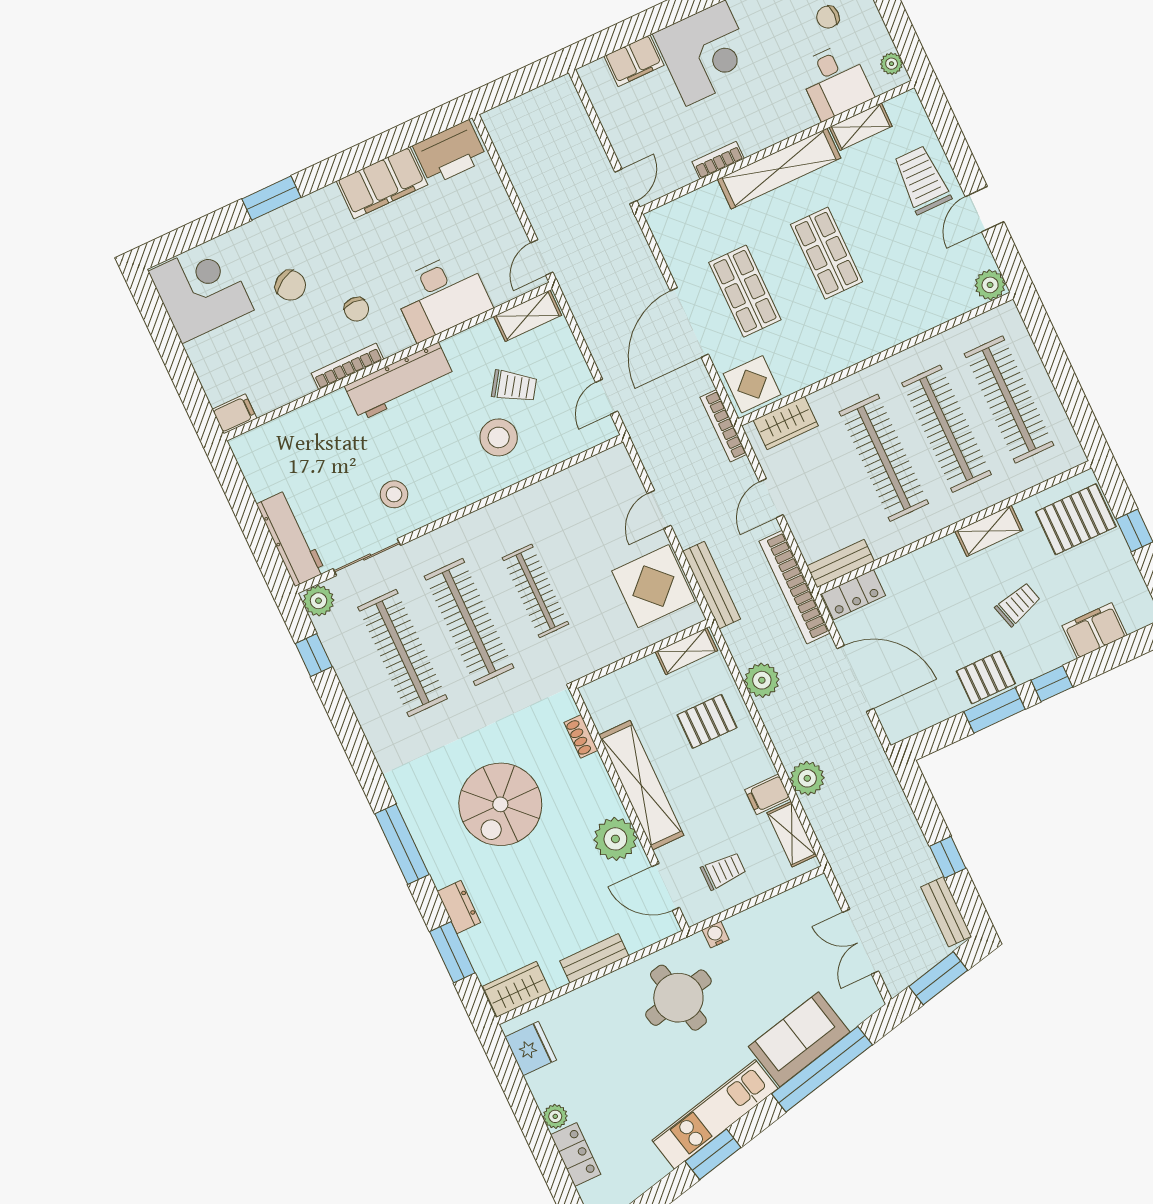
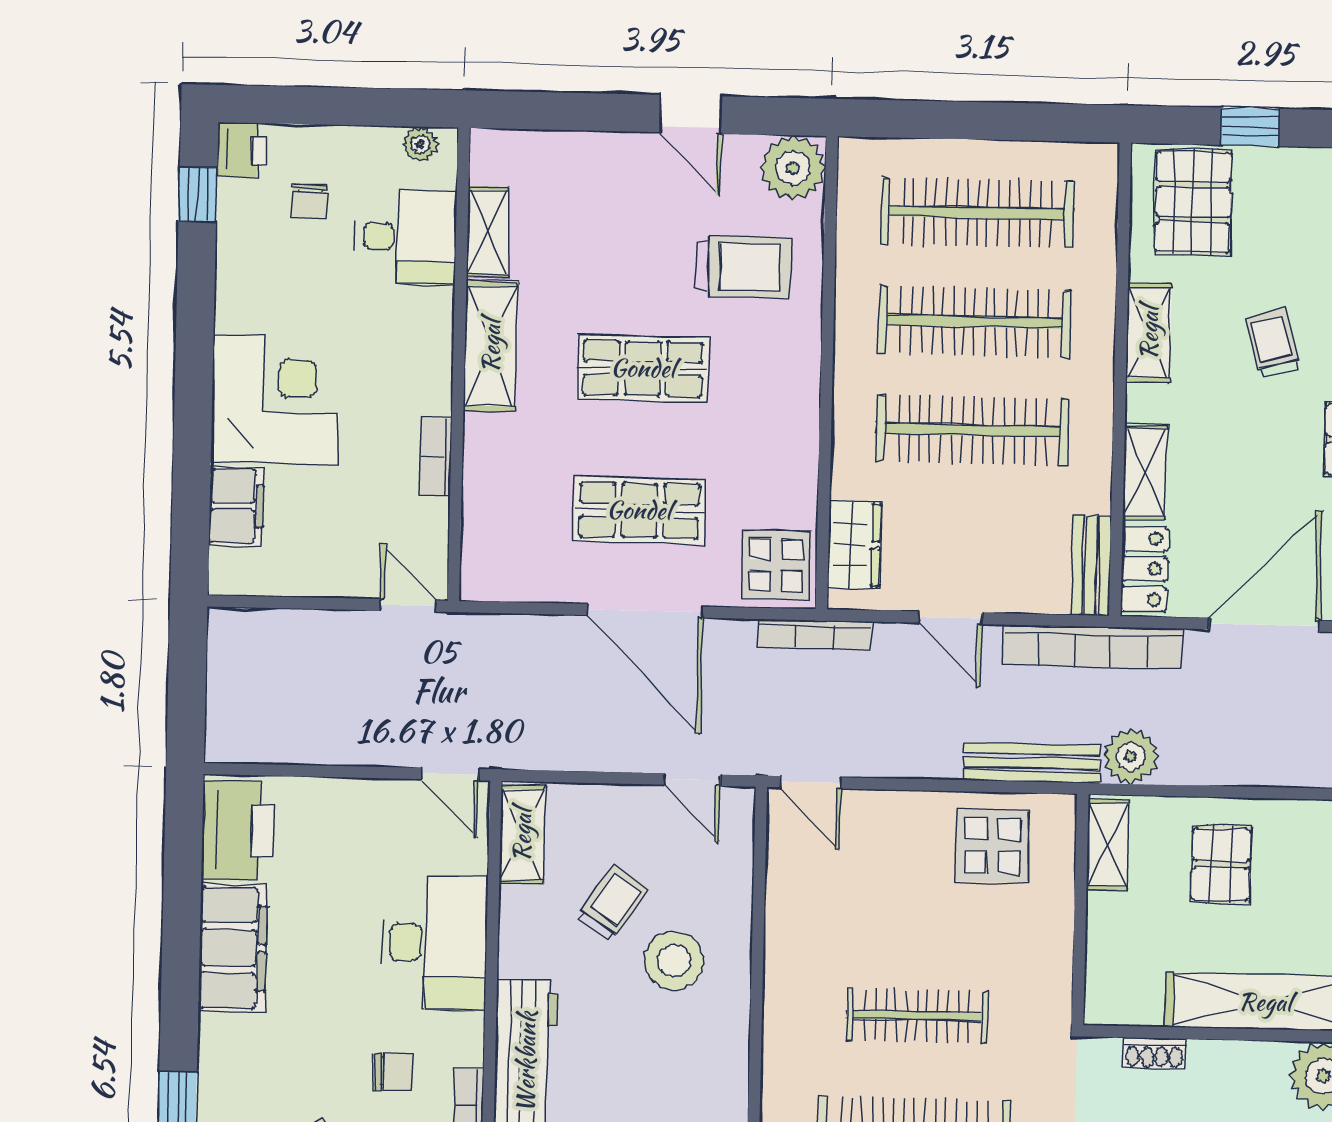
shelving: (779, 169) -> (491, 346), width x0.68
trolley: (922, 180) -> (743, 267), moved, turned 180
plant: (990, 285) -> (793, 168), width x1.36, depth x1.36
door: (659, 509) -> (811, 782), moved
shelving: (908, 568) -> (1145, 473), added
display table: (653, 586) -> (992, 846), width x0.73, depth x0.73
plant: (762, 680) -> (1131, 757), moved

